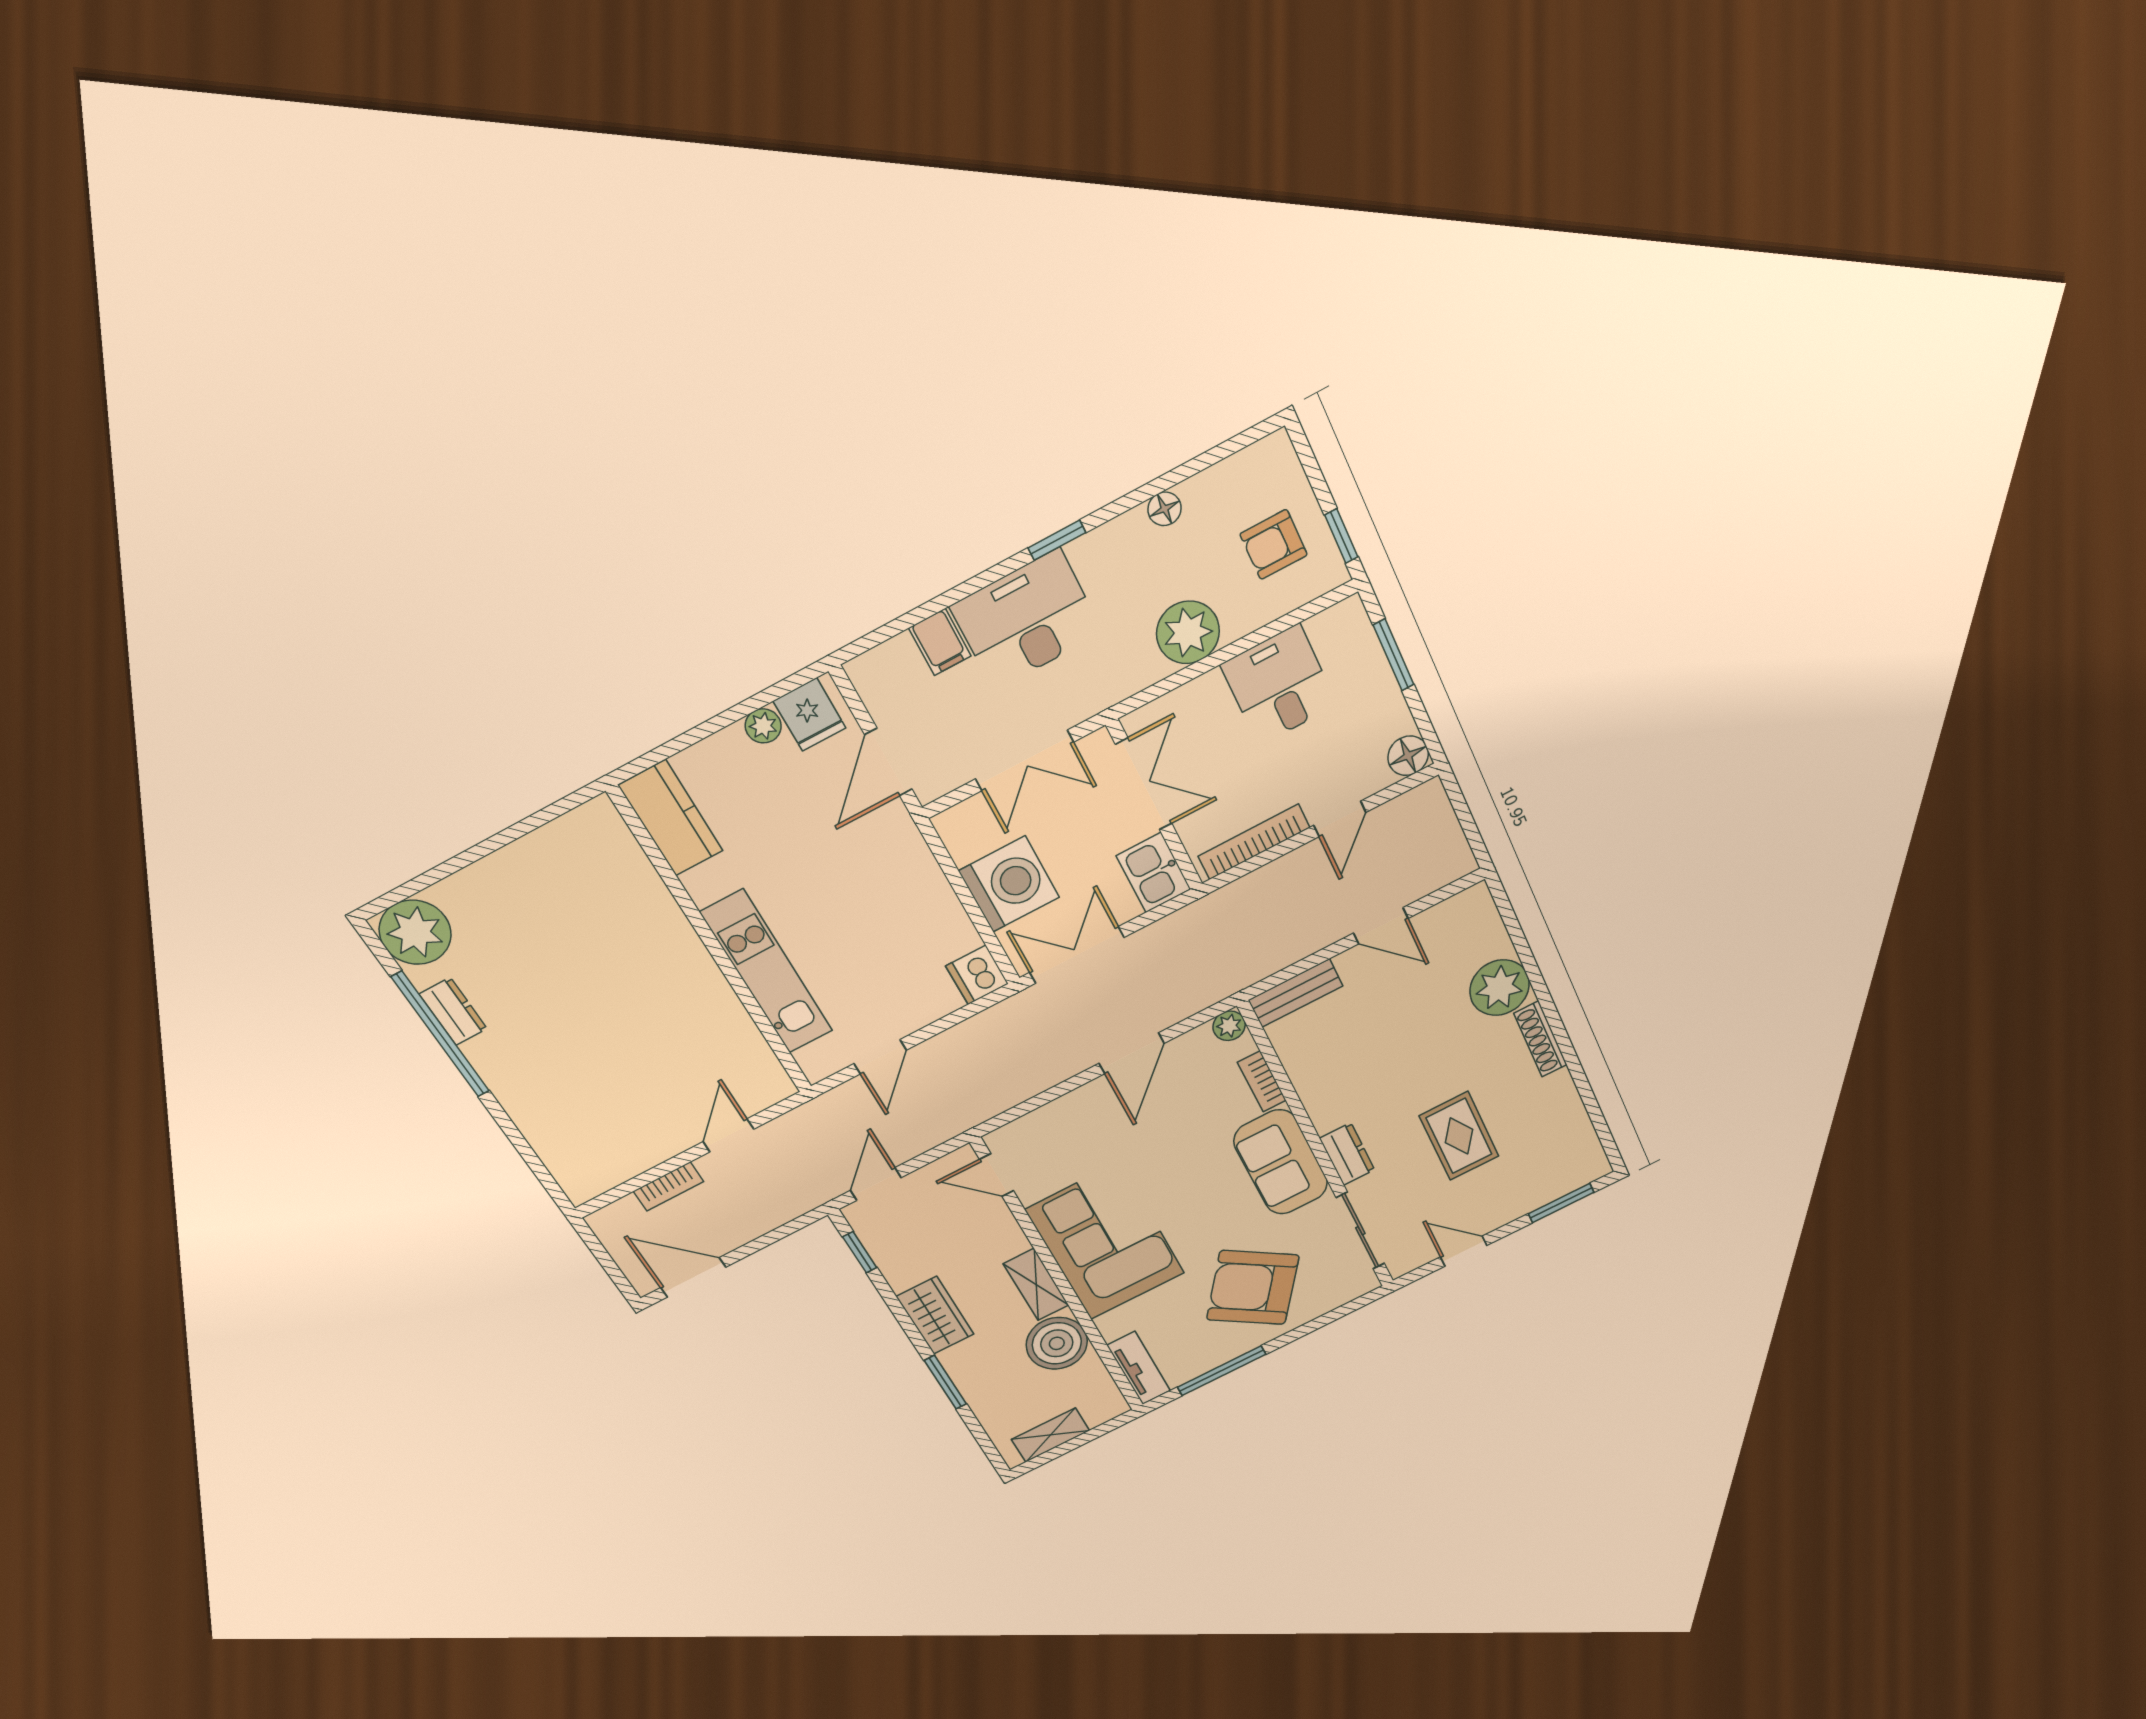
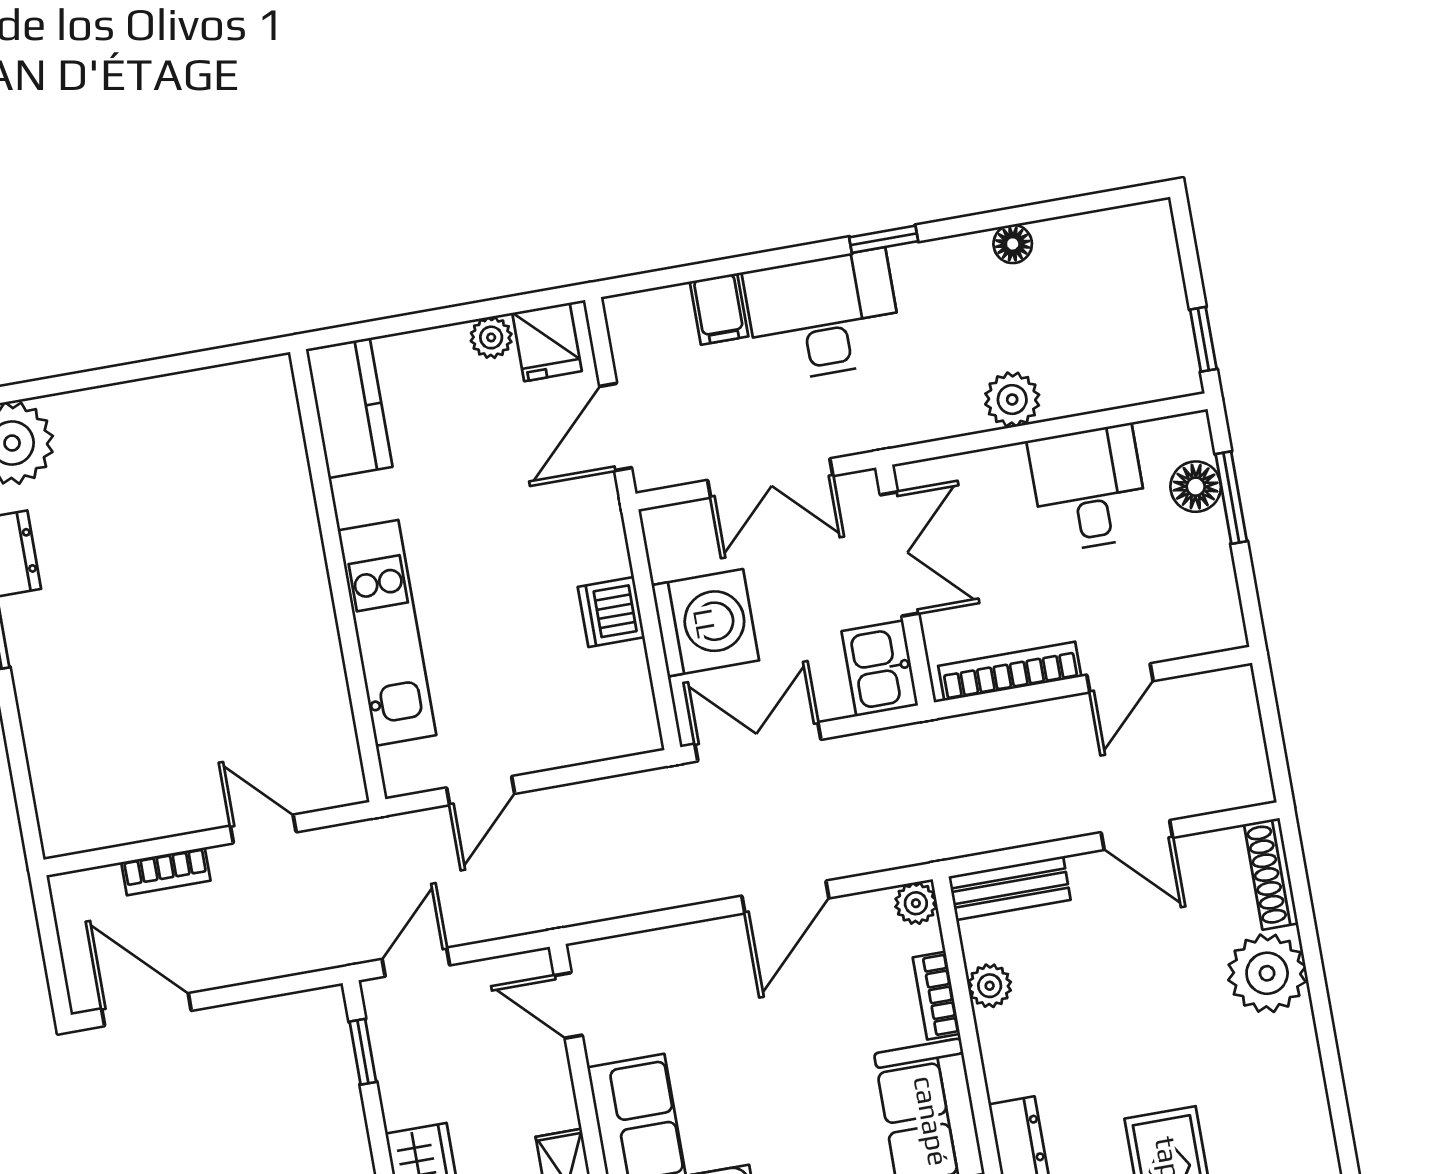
armchair: (1274, 544) -> (1124, 324), removed
plant: (1188, 632) -> (1012, 399), width x0.73, depth x0.73
floor lamp: (1408, 756) -> (1196, 487), moved
dishwasher: (977, 975) -> (611, 612), moved
shoe rack: (1541, 1039) -> (1271, 874), moved
plant: (1299, 1062) -> (990, 986), added
door: (728, 1135) -> (263, 829), hinge flipped

